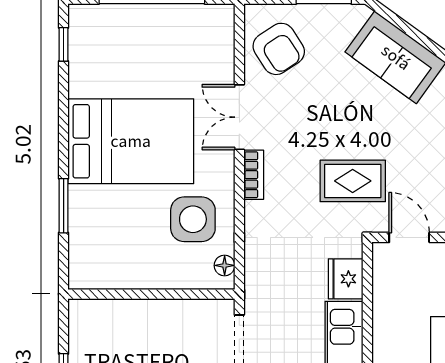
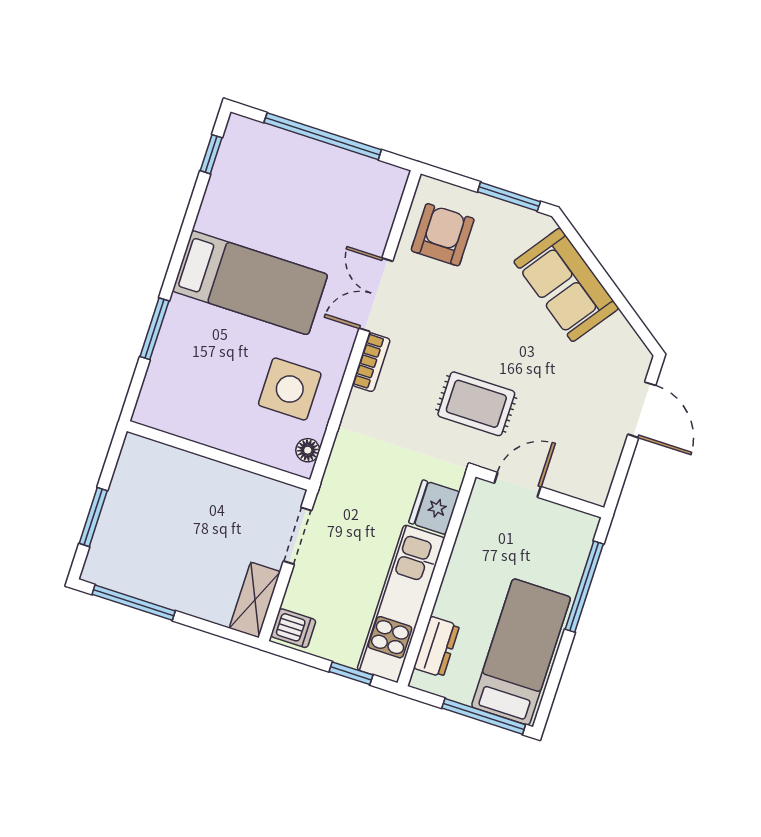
armchair: (279, 49) -> (443, 235), turned -147
bed: (131, 141) -> (250, 283), width x0.67
door: (409, 237) -> (518, 485), hinge flipped

